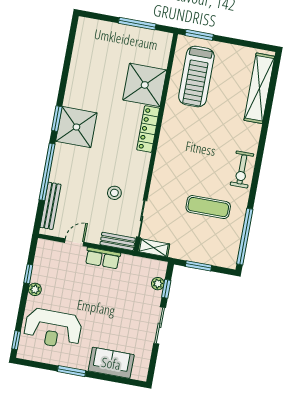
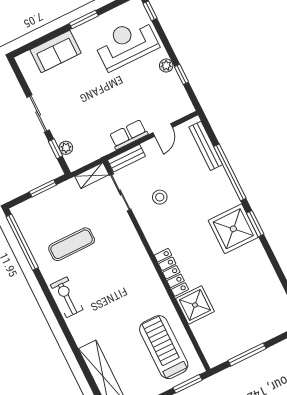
shower: (145, 85) -> (195, 305), width x0.73, depth x0.73

